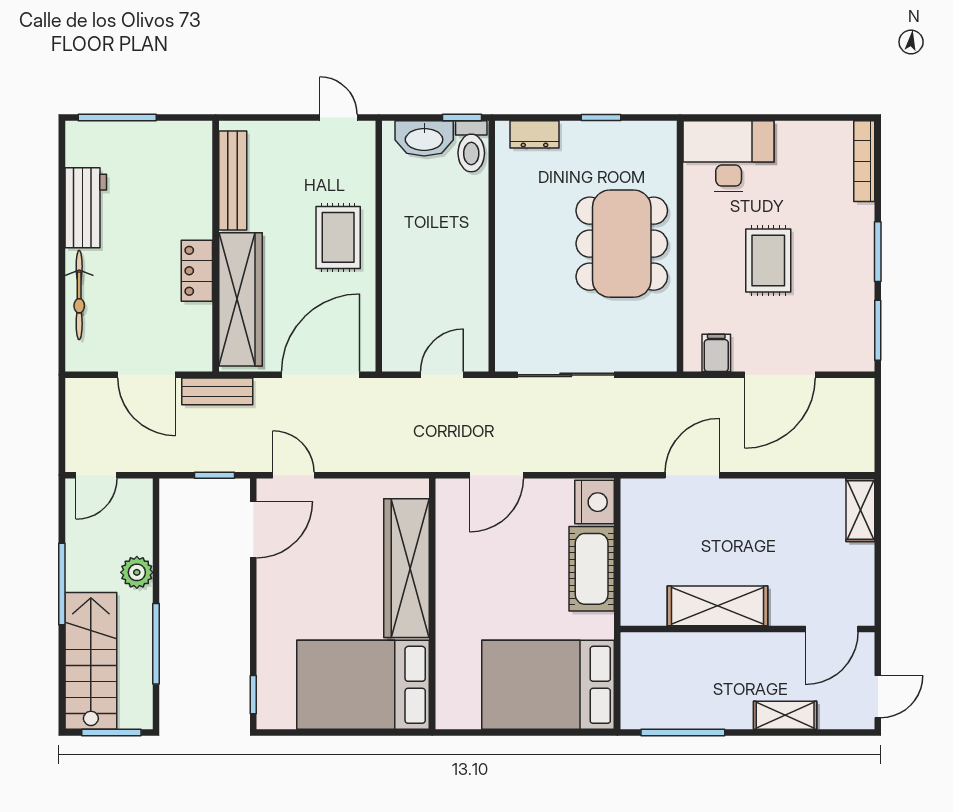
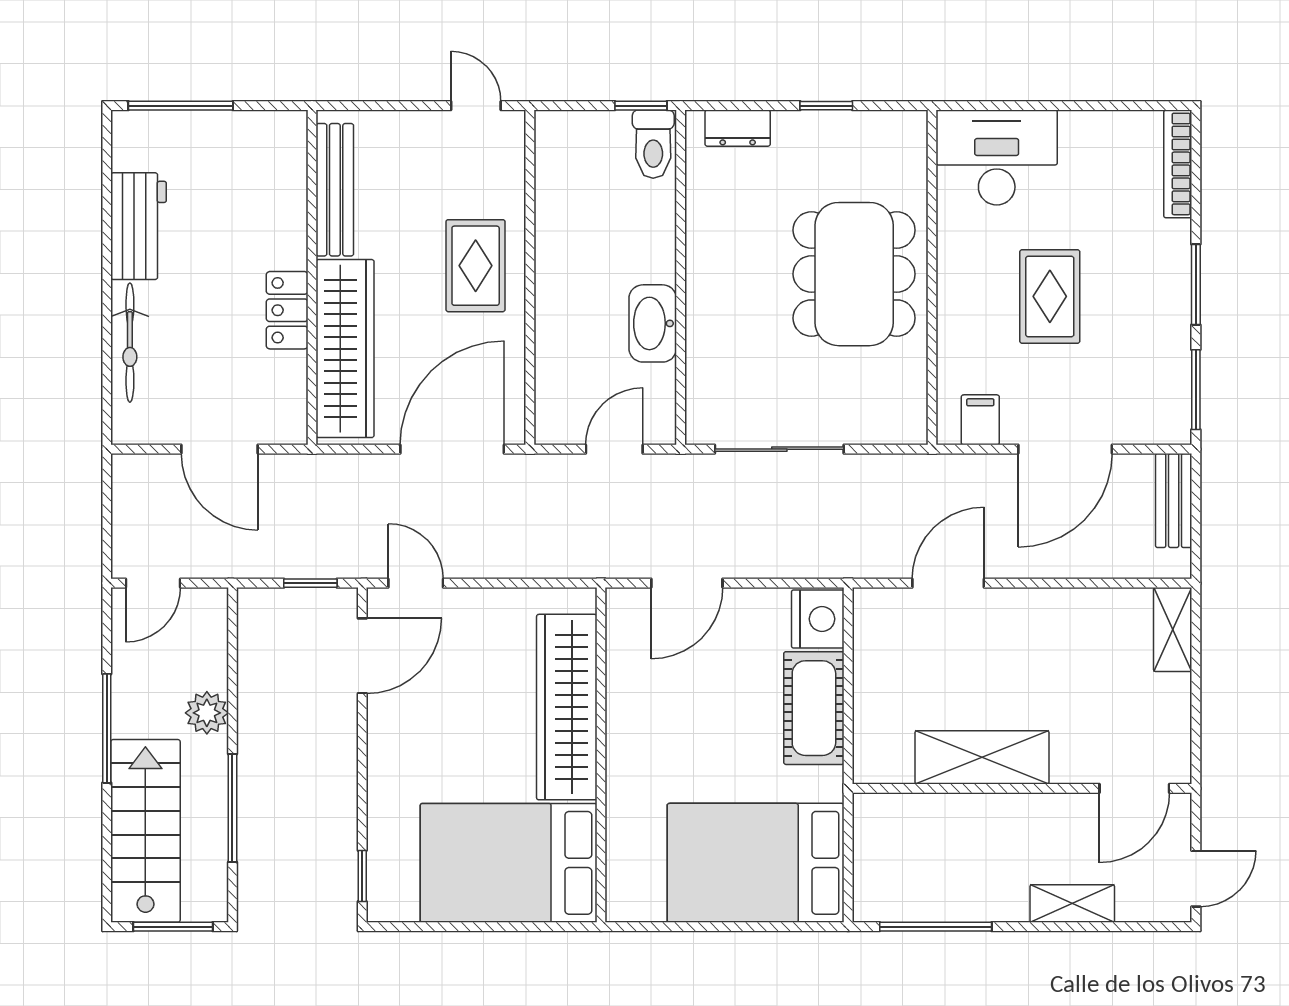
washbasin: (424, 138) -> (653, 323), moved, turned 90
bench: (217, 391) -> (1174, 501), moved, turned 90

